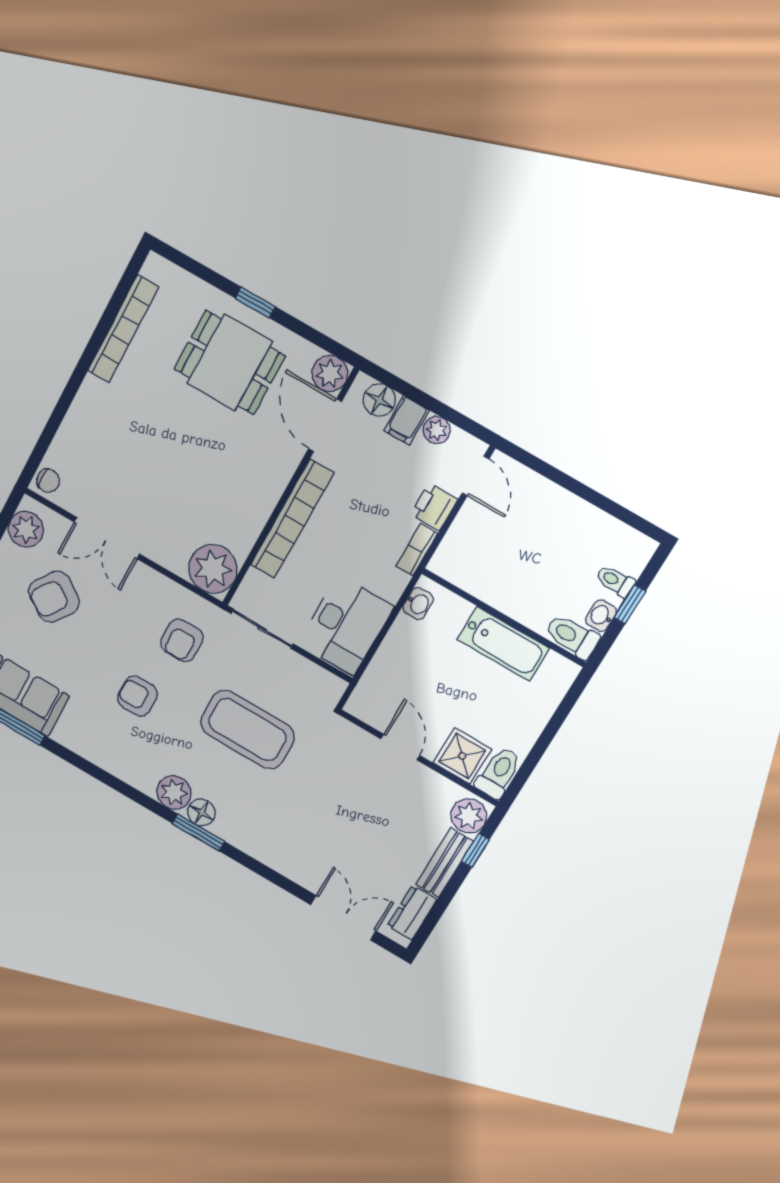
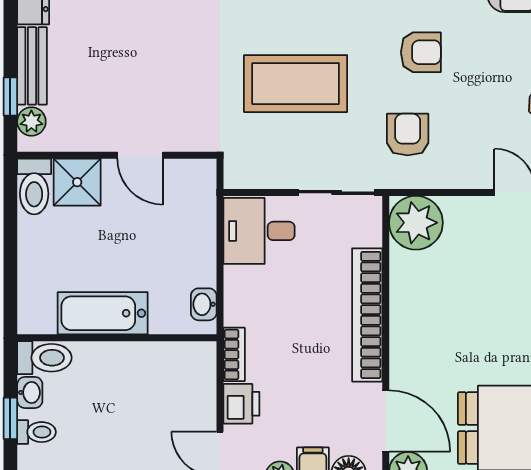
desk: (346, 625) -> (259, 231), width x0.73
plant: (469, 816) -> (31, 122), width x0.73, depth x0.73

